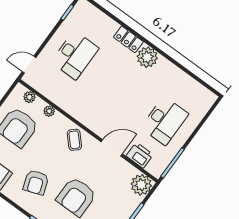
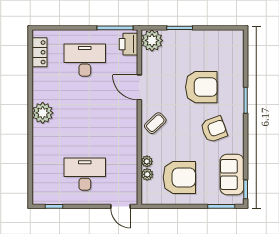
locker: (128, 39) -> (39, 52), moved
plant: (29, 97) -> (147, 174), moved
printer: (140, 155) -> (129, 44), moved

